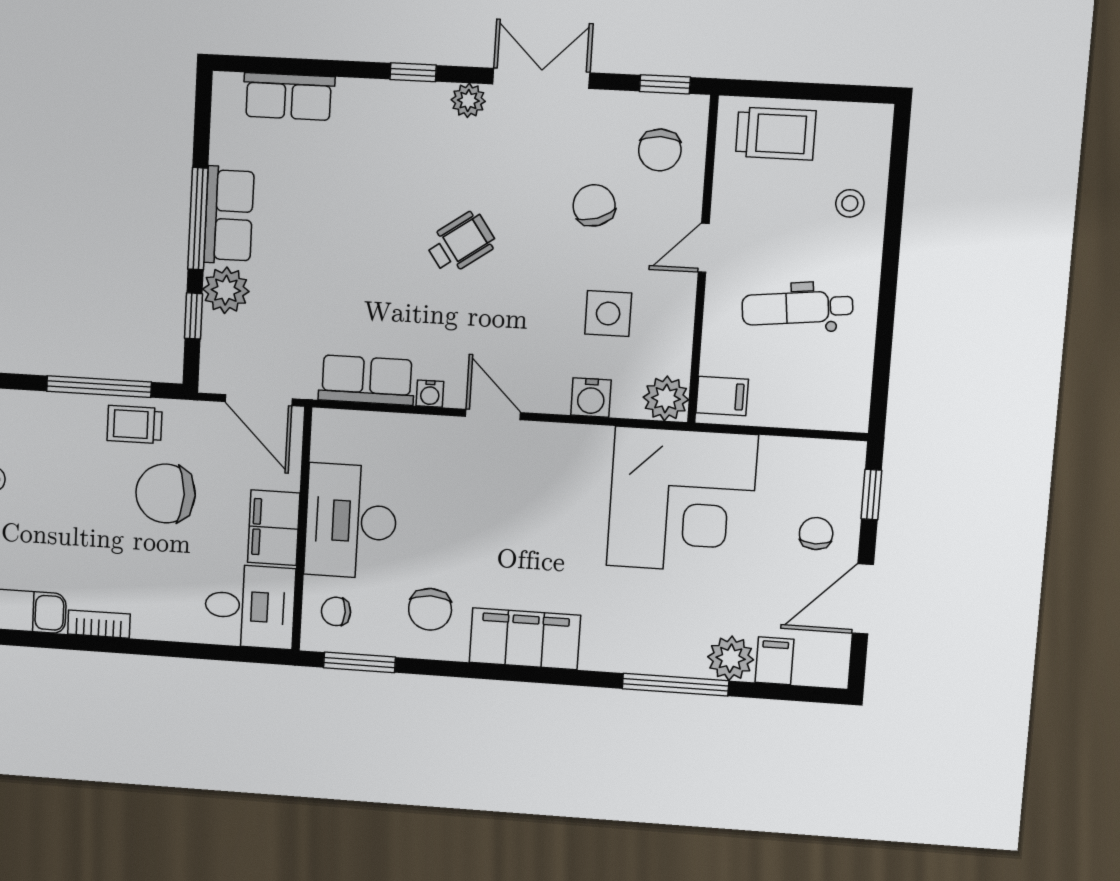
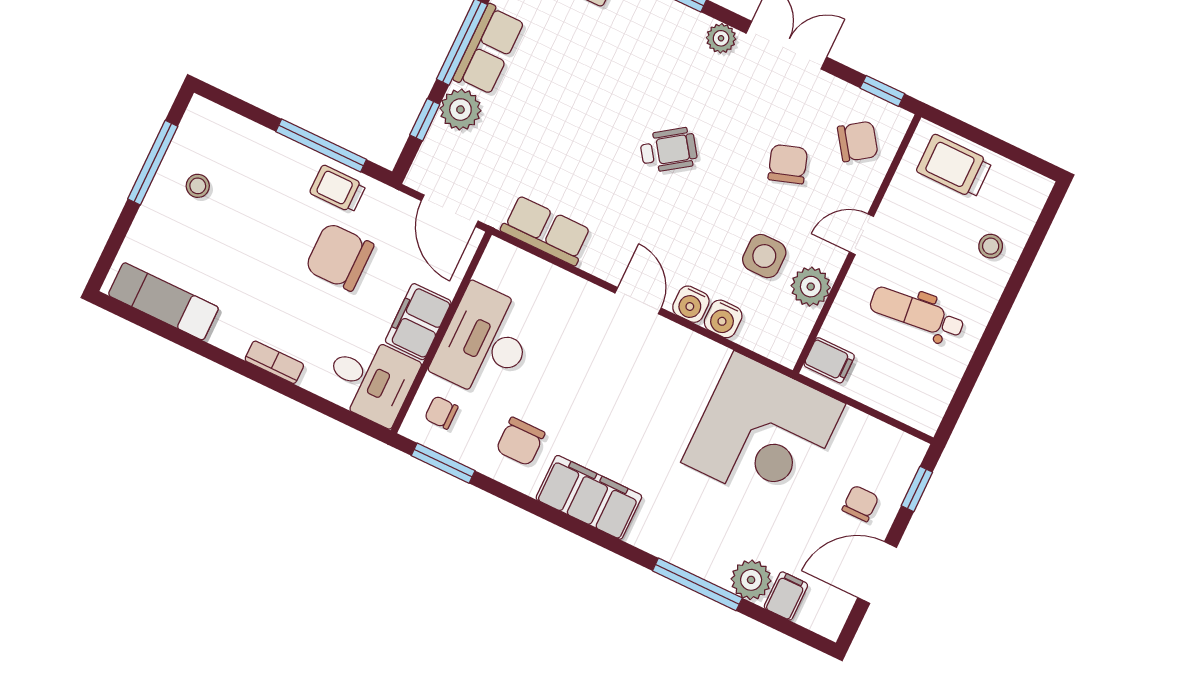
trolley: (776, 134) -> (954, 166), turned 180
chair: (660, 150) -> (858, 141), turned -125
water cooler: (430, 394) -> (691, 304), moved, width x1.38, depth x1.38
plant: (666, 398) -> (811, 287), moved
bookcase: (99, 624) -> (274, 362), moved

